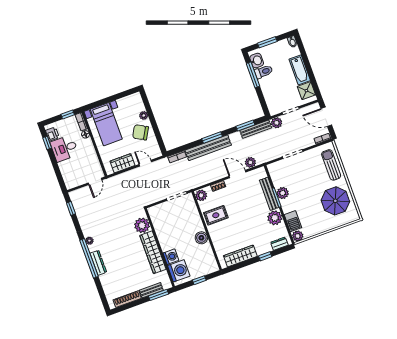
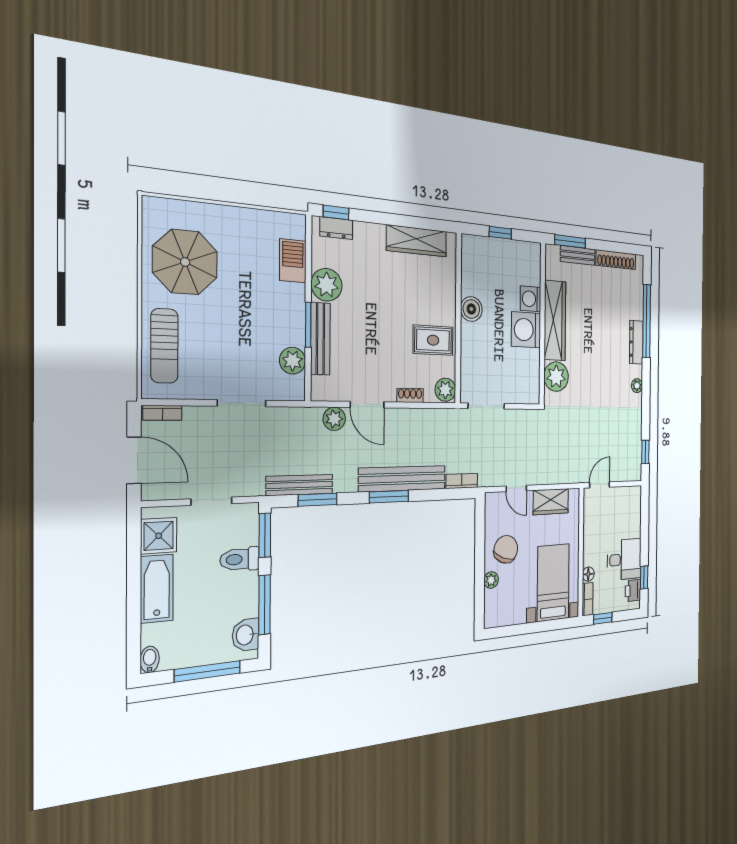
window: (267, 42) -> (208, 671), width x1.44
toilet: (264, 72) -> (240, 559), moved
window: (263, 104) -> (265, 535), added
plant: (277, 123) -> (252, 484), removed
chair: (141, 132) -> (506, 549), turned -98
plant: (283, 193) -> (293, 361), moved
plant: (298, 236) -> (294, 226), removed
window: (265, 256) -> (336, 212), moved
window: (89, 258) -> (647, 321), moved
washing machine: (179, 271) -> (526, 330), moved

